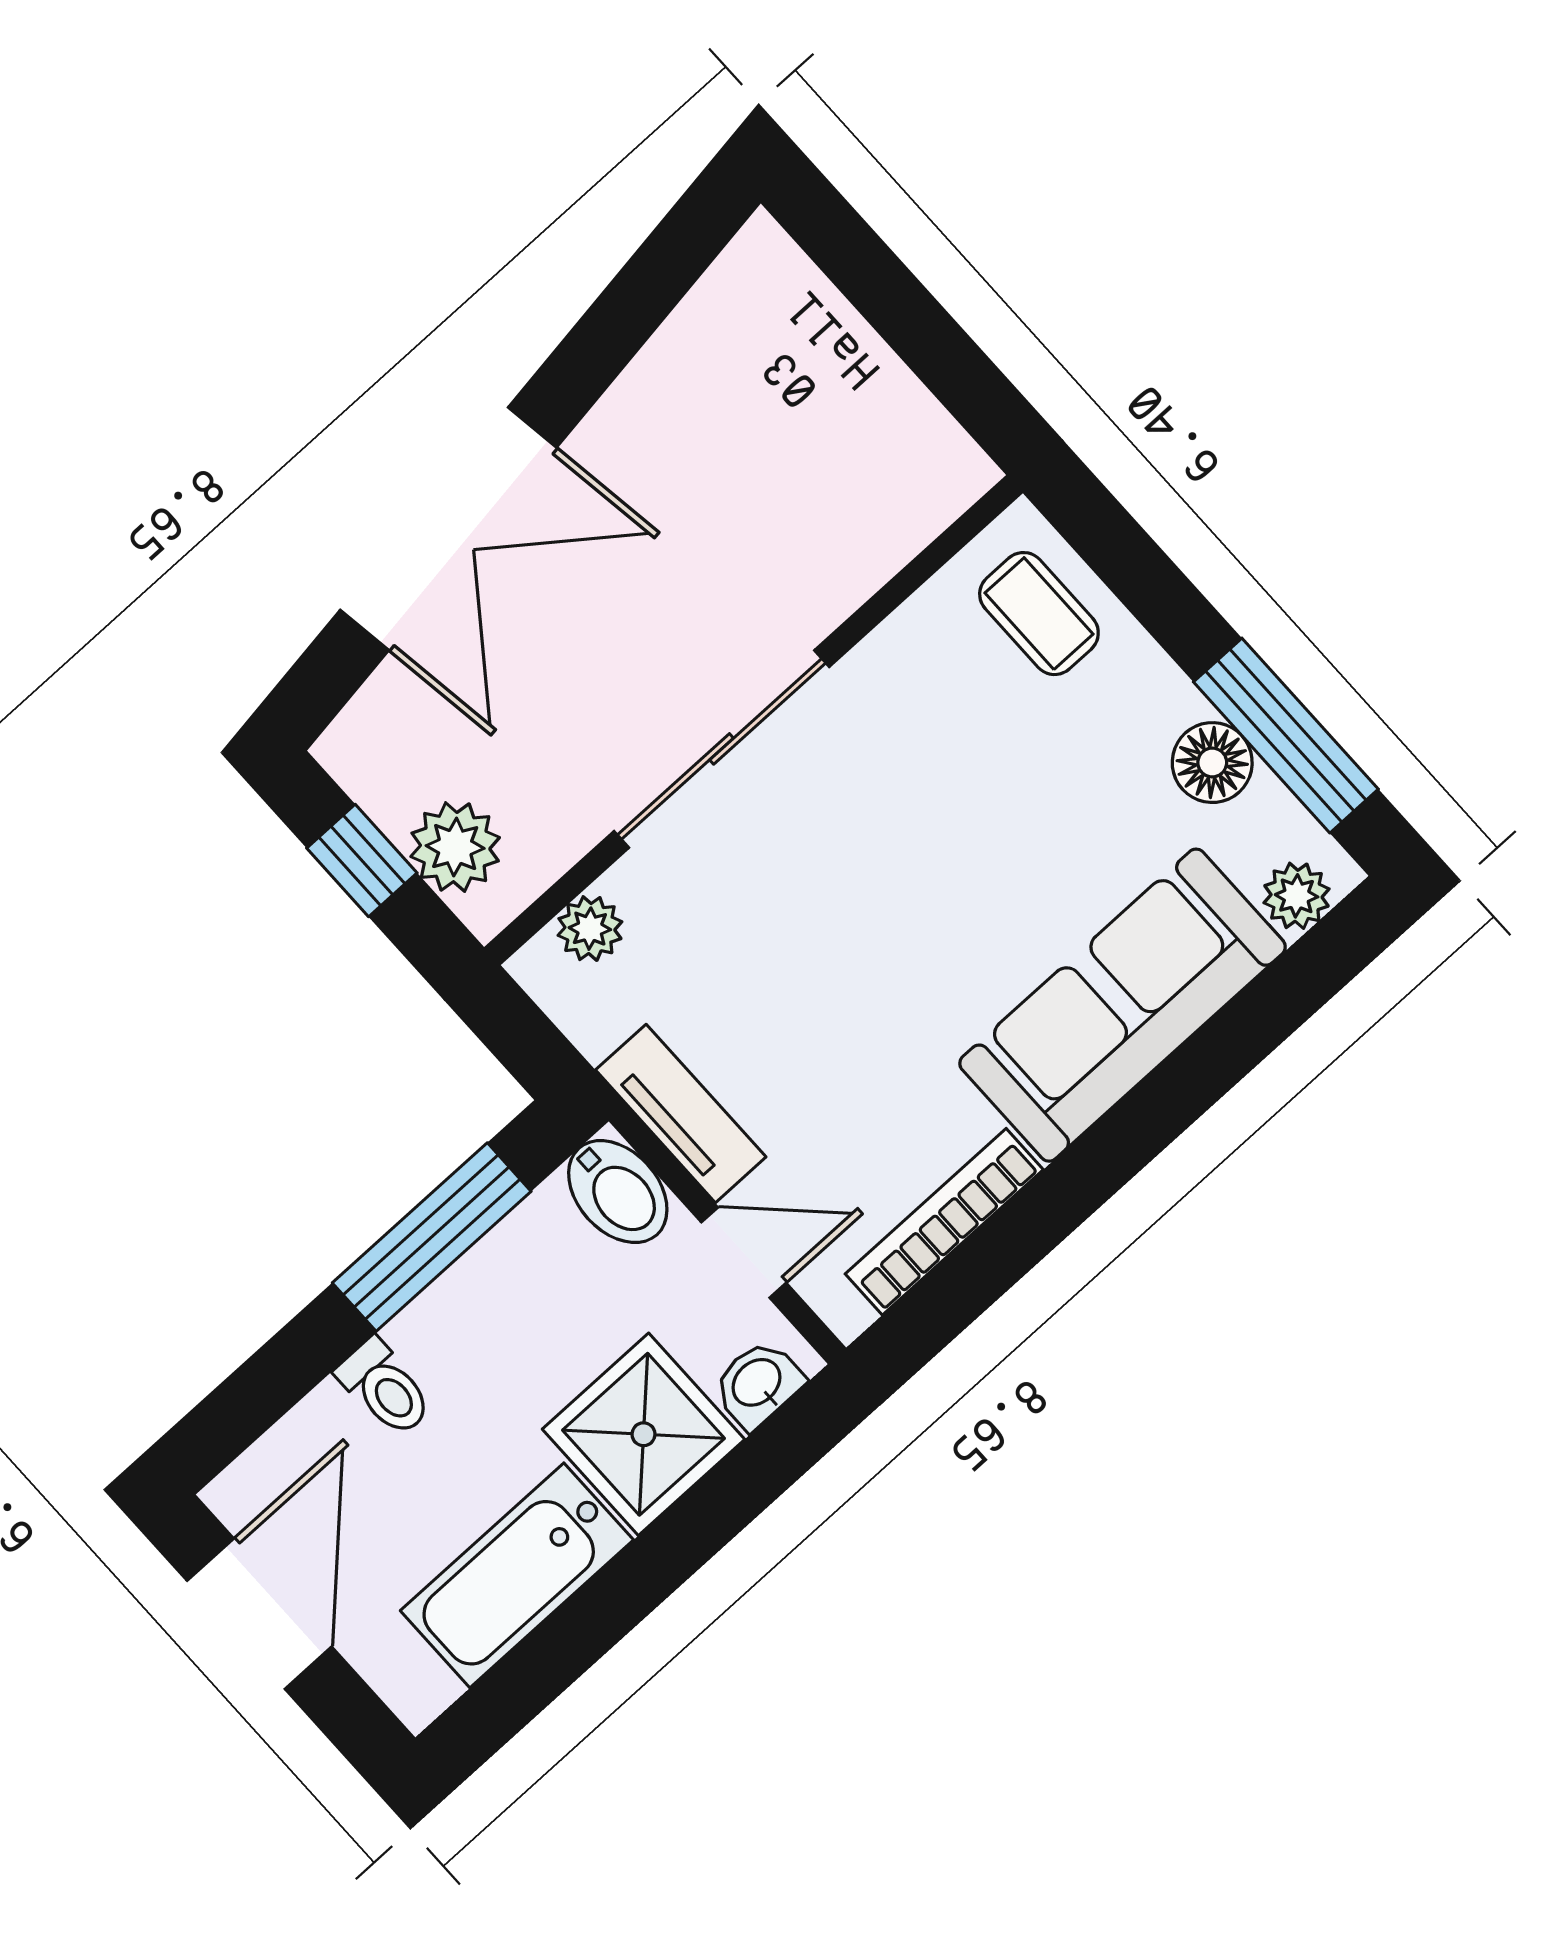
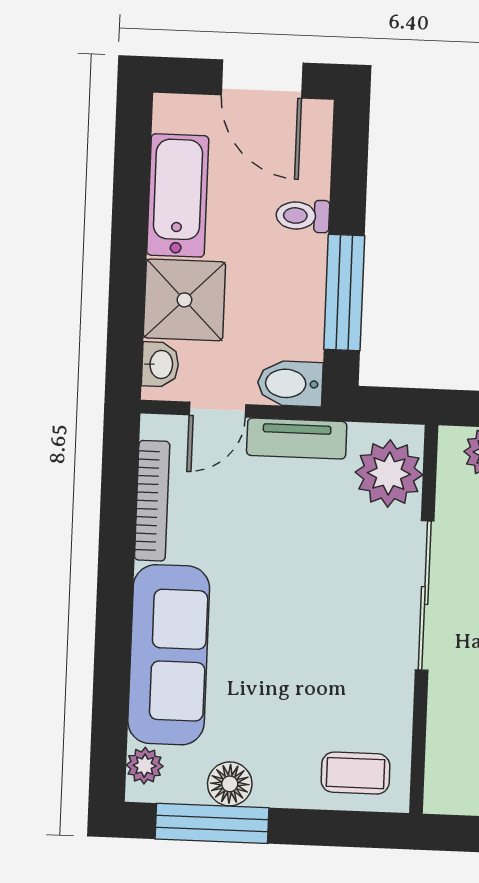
plant: (590, 929) -> (389, 474), width x1.87, depth x1.87

